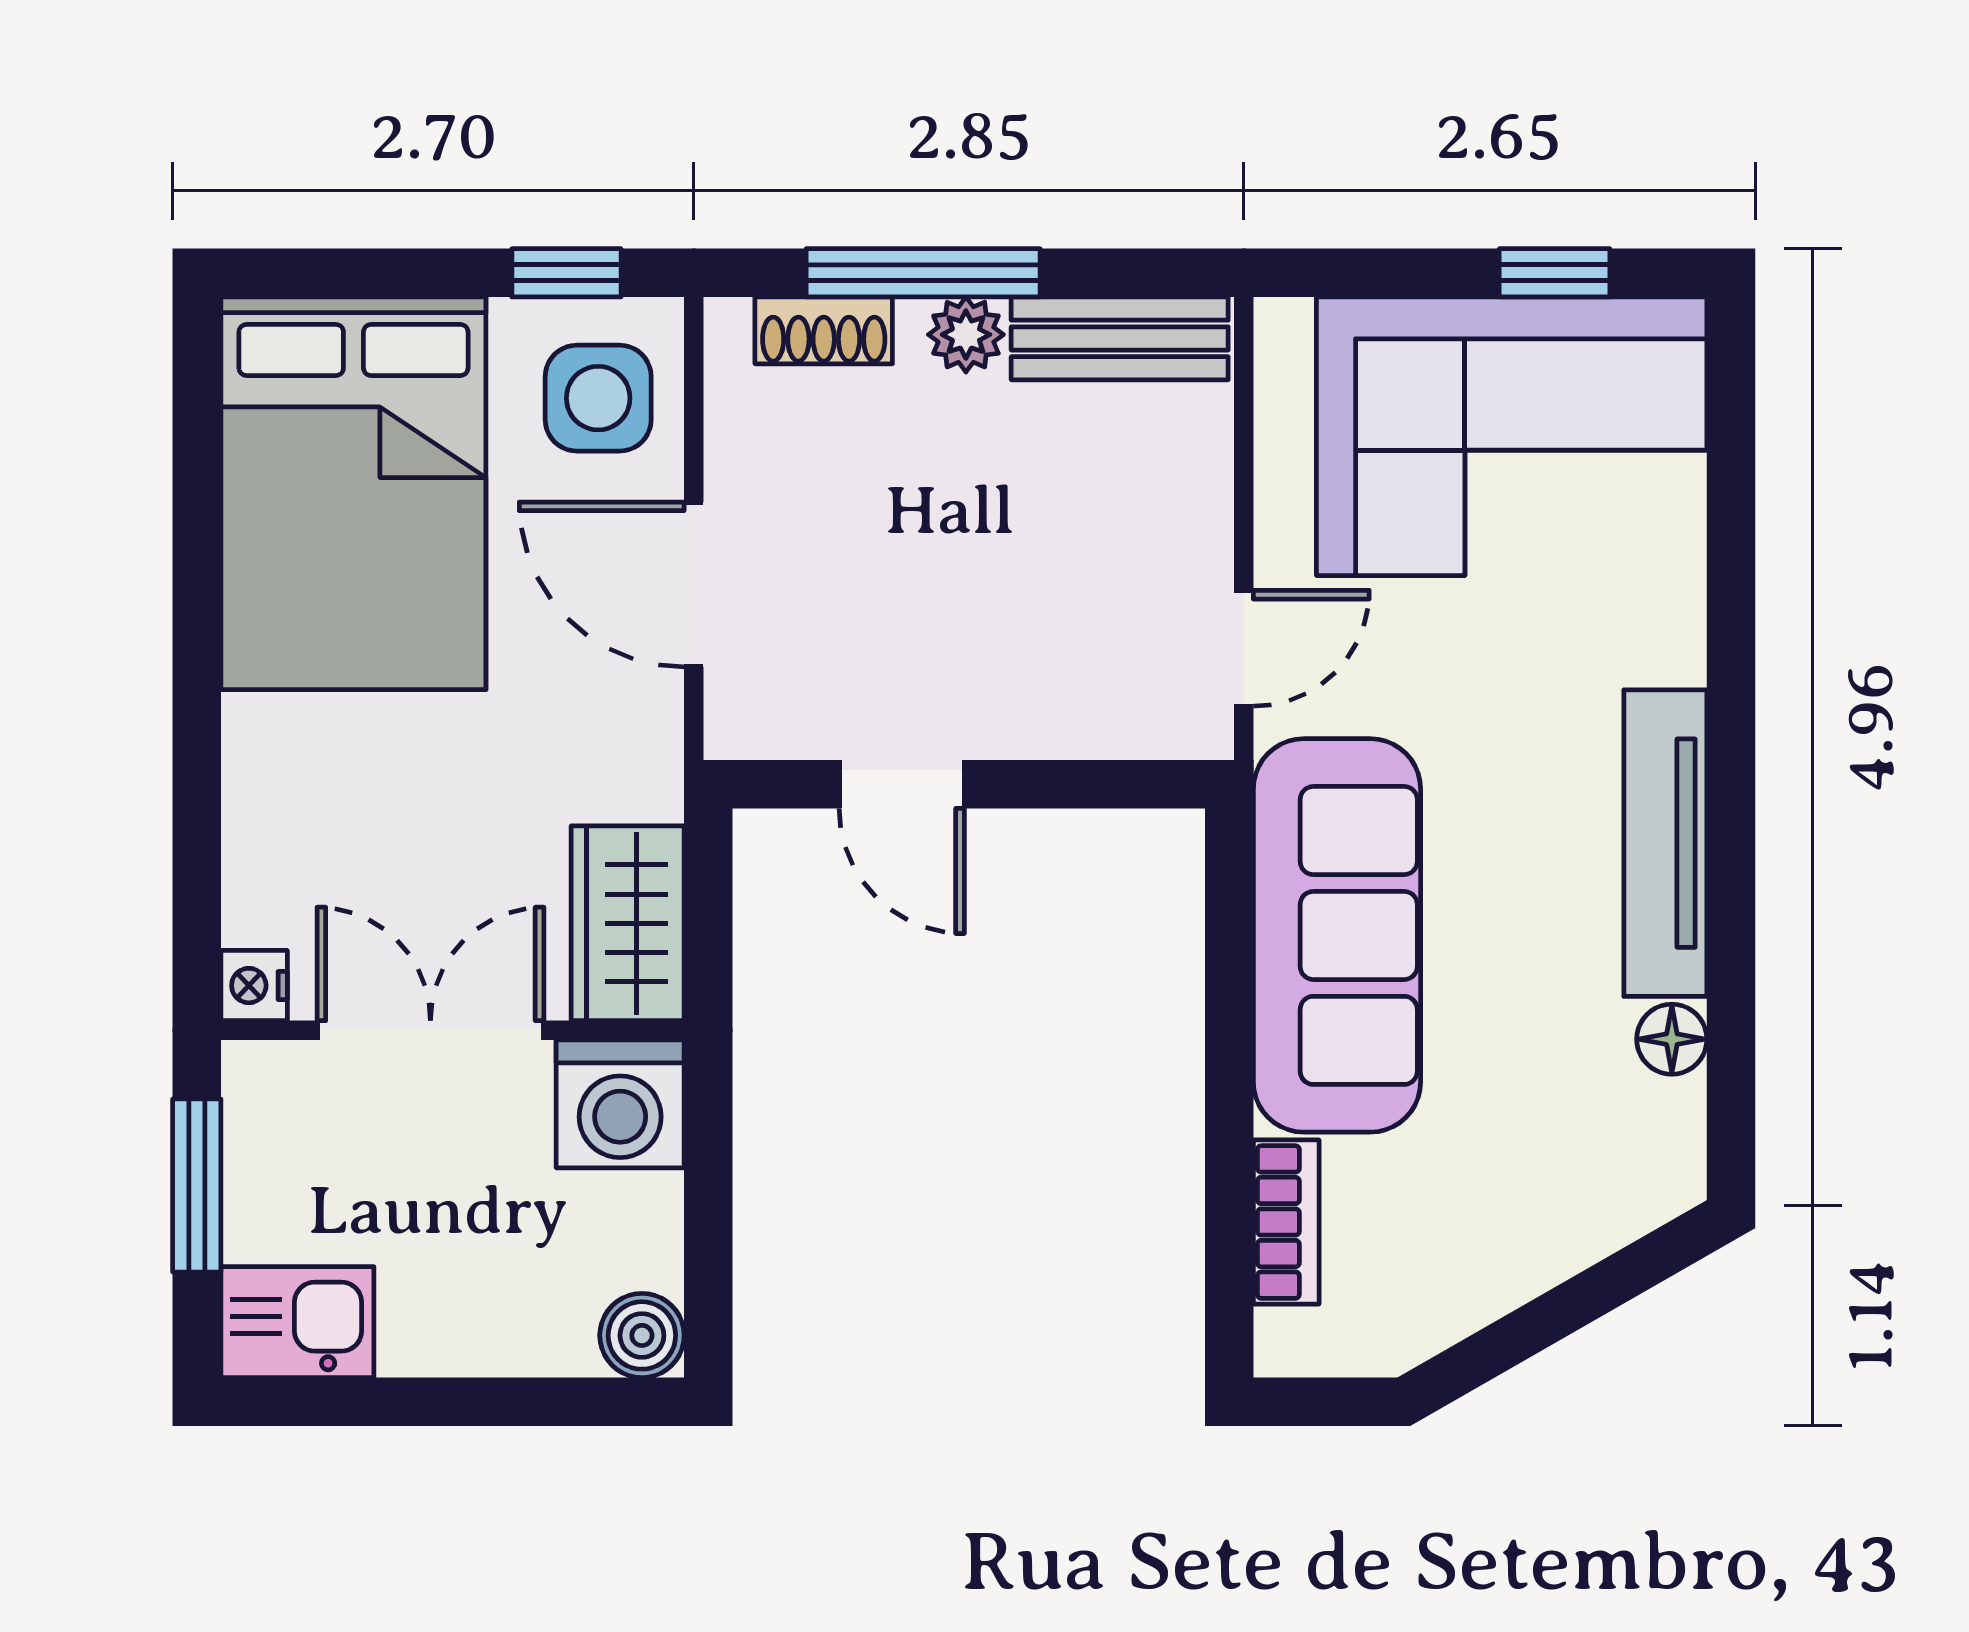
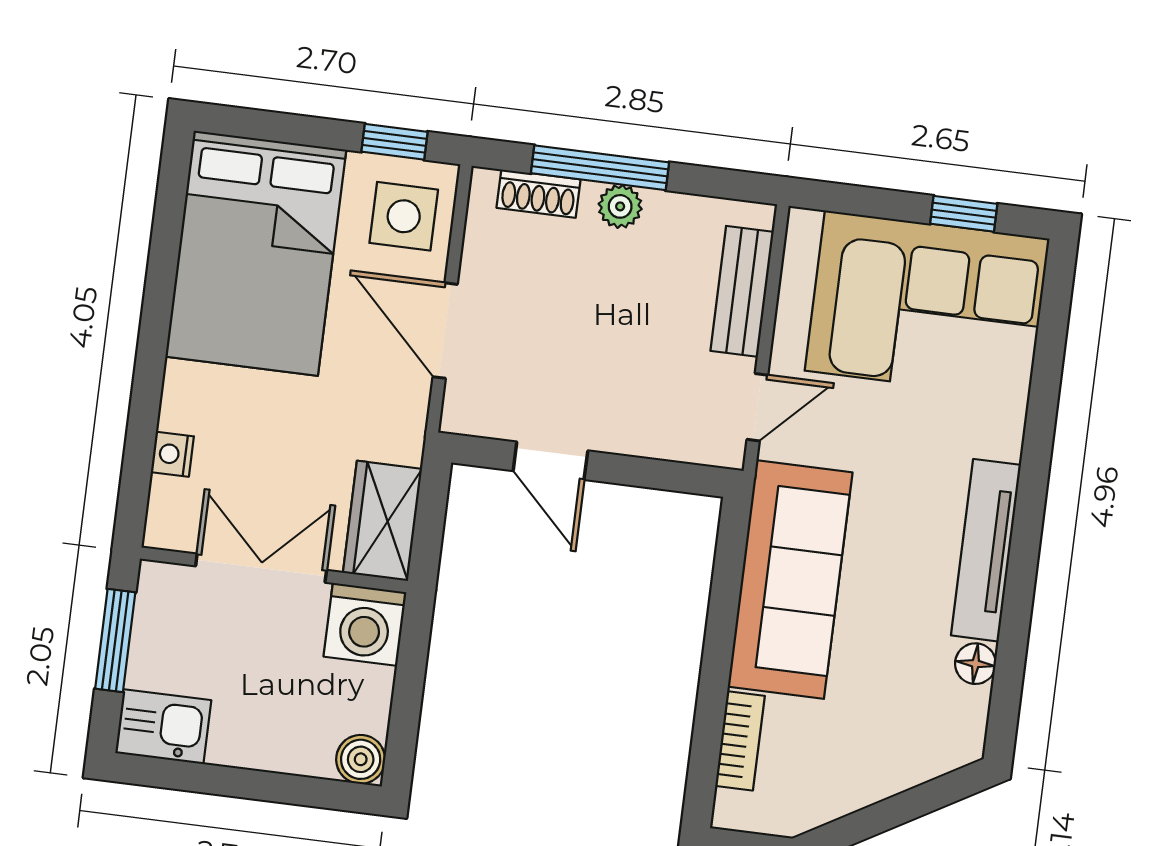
bench: (1120, 338) -> (742, 291), moved, turned 90
nightstand: (254, 986) -> (172, 454), moved

